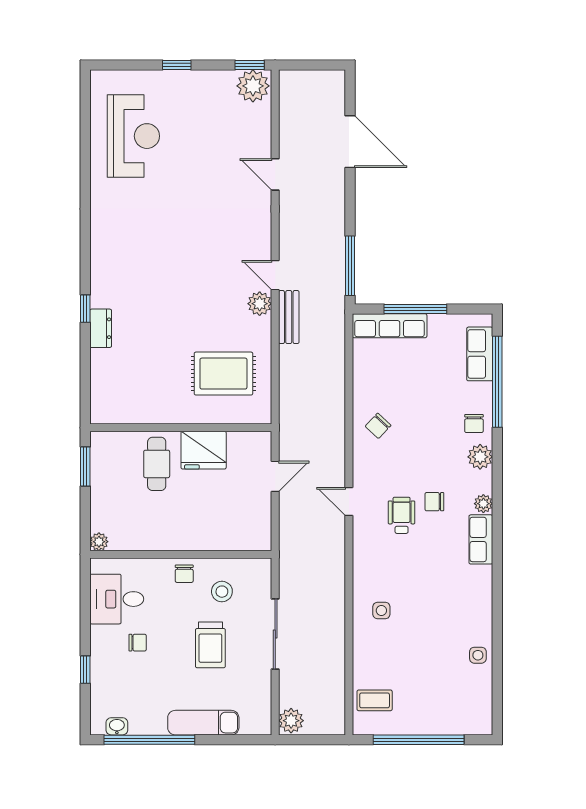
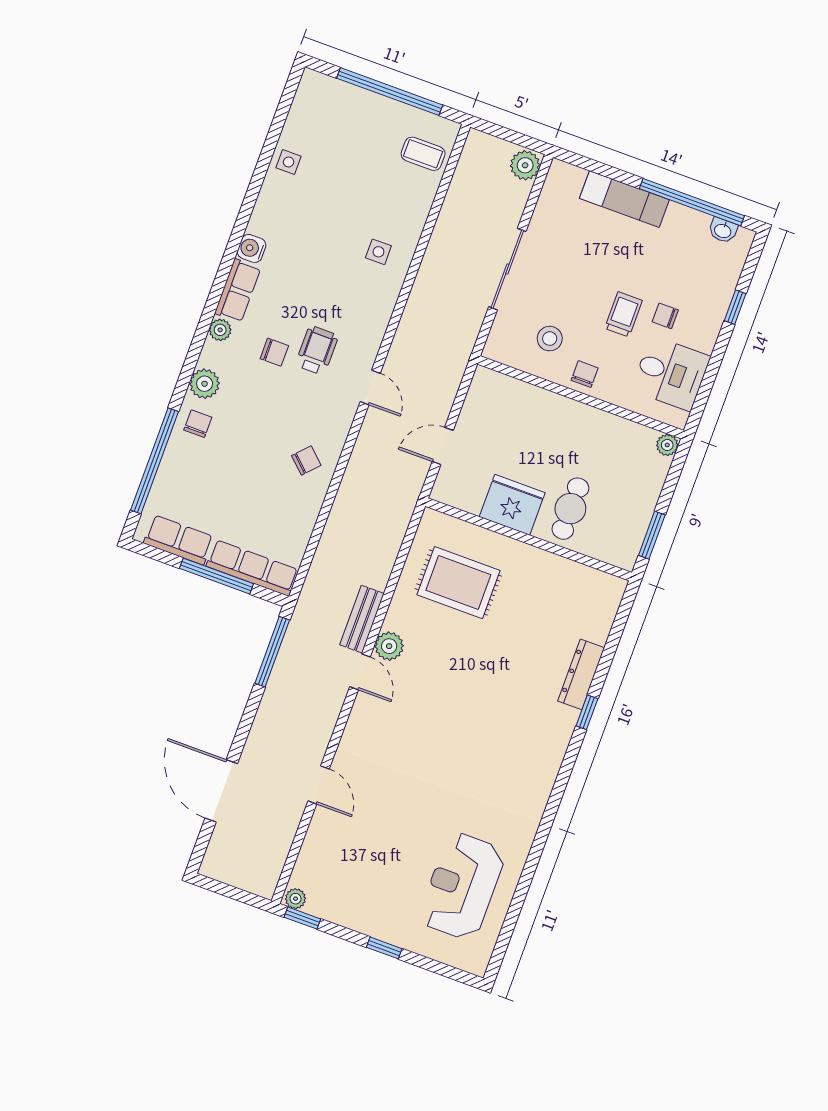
plant: (253, 86) -> (296, 899), width x0.53, depth x0.53
dresser: (101, 328) -> (581, 674), width x1.44
row of seats: (480, 354) -> (179, 540), moved, turned -90
wheelchair: (402, 515) -> (317, 350), turned 180
water cooler: (482, 577) -> (252, 248), added
trolley: (210, 645) -> (624, 314), moved, width x0.73, depth x0.72

